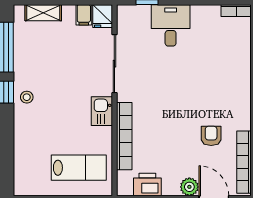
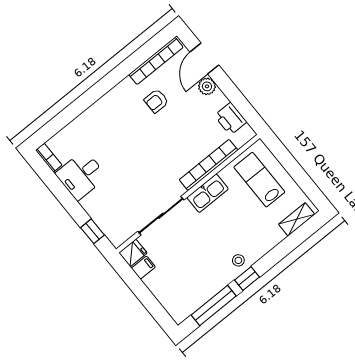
shelving: (43, 13) -> (297, 219), moved, turned 90
desk: (171, 25) -> (81, 175), moved
kitchen sink: (102, 111) -> (208, 193), width x1.38

